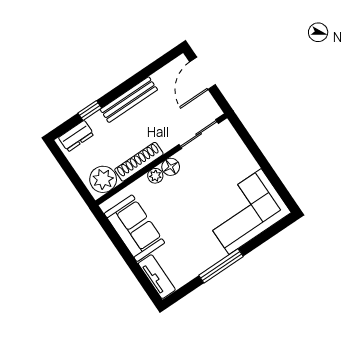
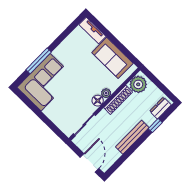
window: (221, 266) -> (39, 61), moved

